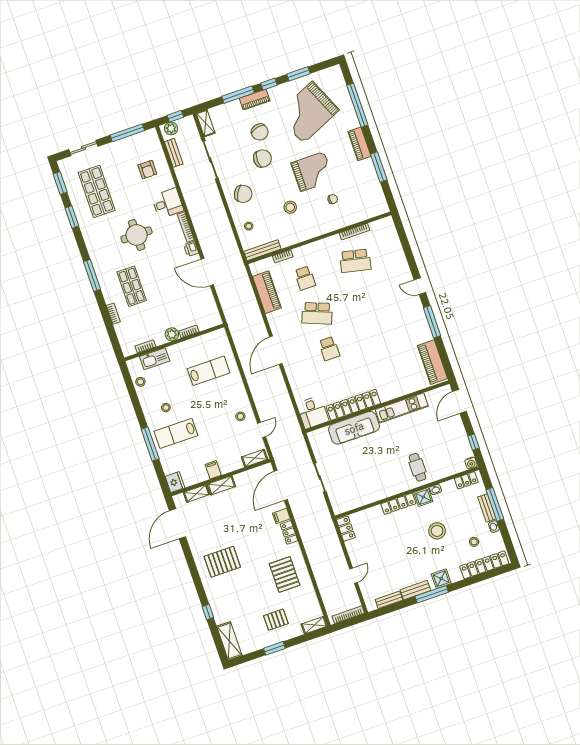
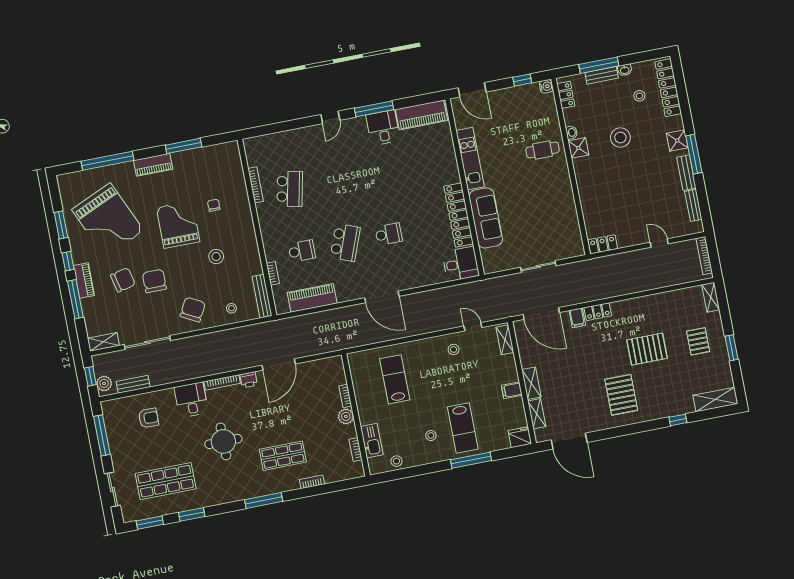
desk: (417, 331) -> (383, 128), added
locker: (398, 504) -> (582, 179), removed
pallet: (284, 574) -> (647, 349), moved

